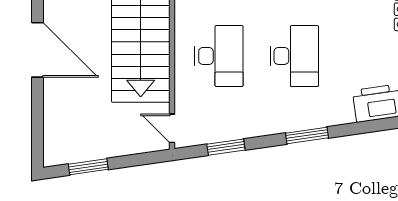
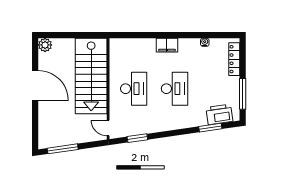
window: (307, 135) -> (210, 128), moved
window: (88, 167) -> (63, 149), width x1.44

